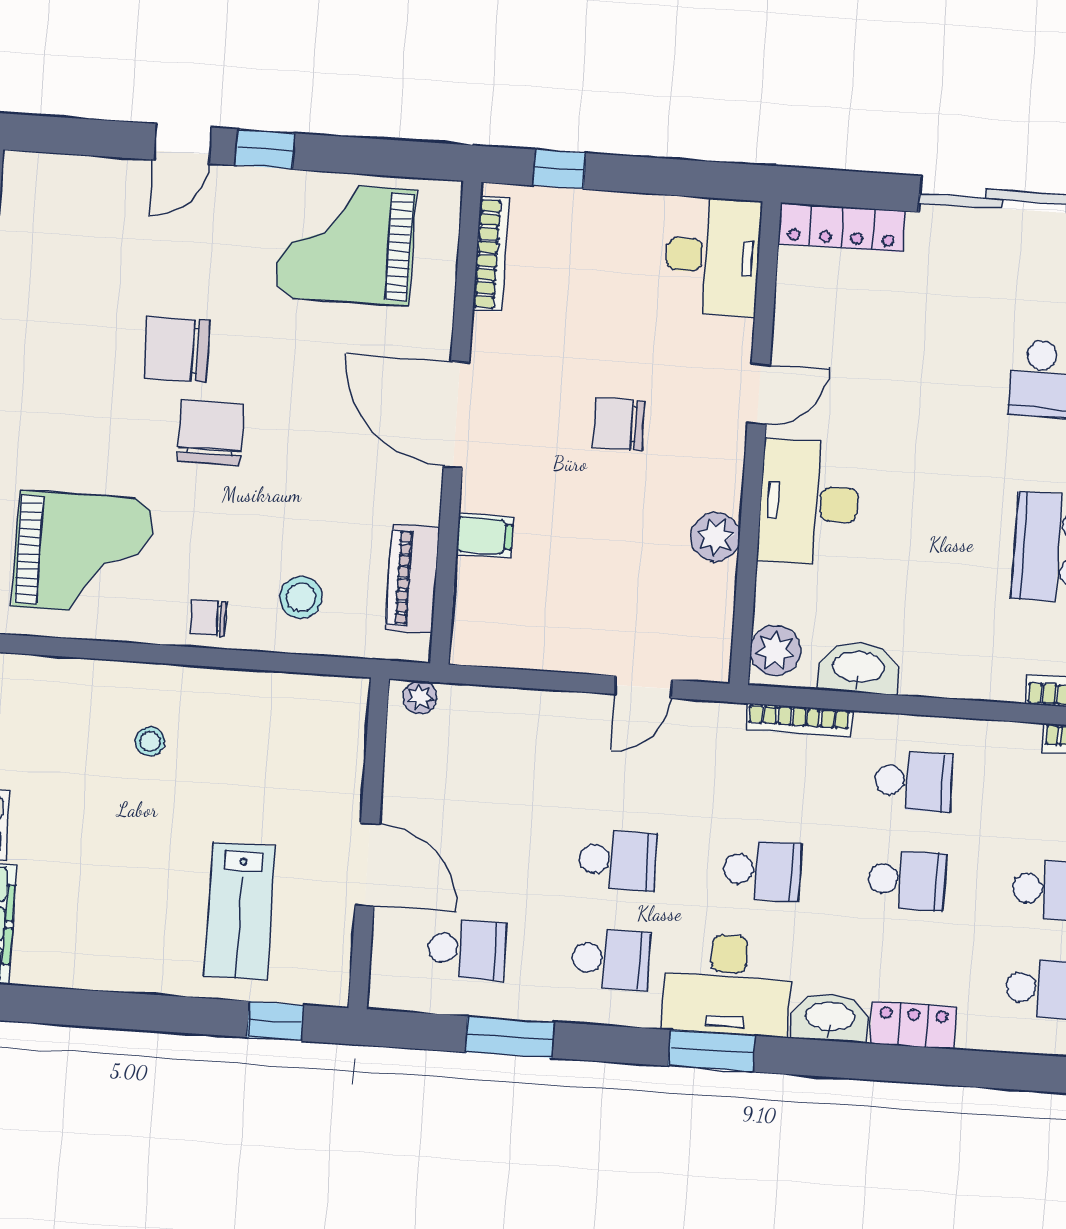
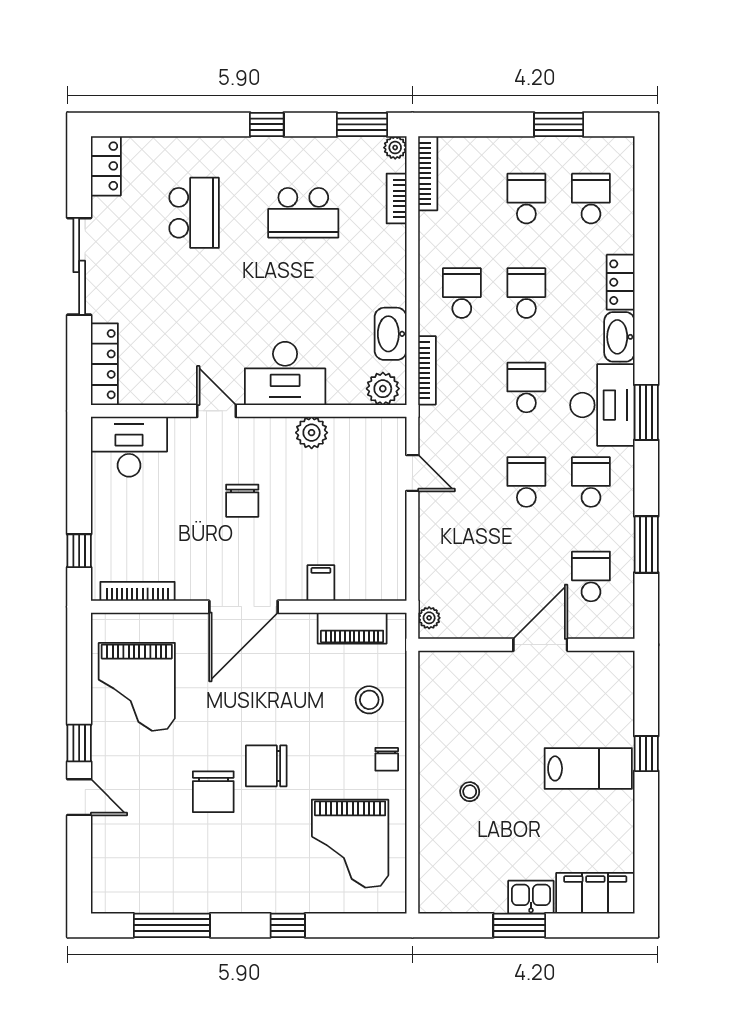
grand piano: (83, 553) -> (350, 844), turned 180
lab bench: (240, 911) -> (588, 768), moved
window: (275, 1021) -> (646, 754), moved

